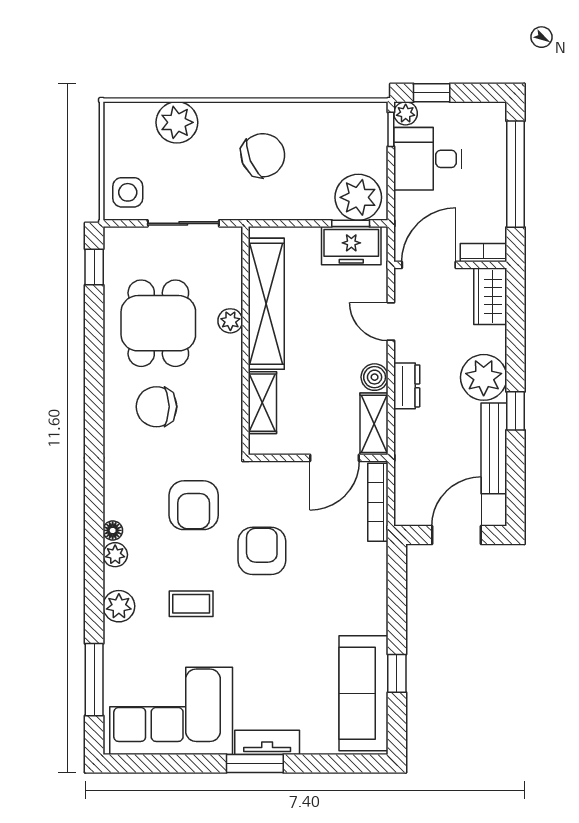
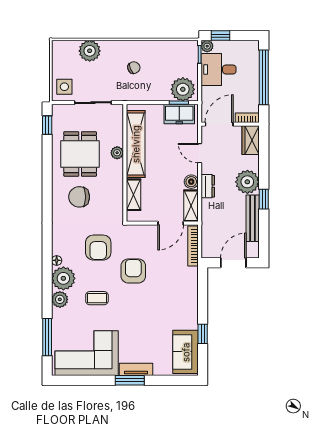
chair: (263, 155) -> (134, 68), width x0.54, depth x0.54
plant: (115, 555) -> (63, 278), width x1.87, depth x1.87
sofa: (363, 693) -> (186, 352), width x0.73

